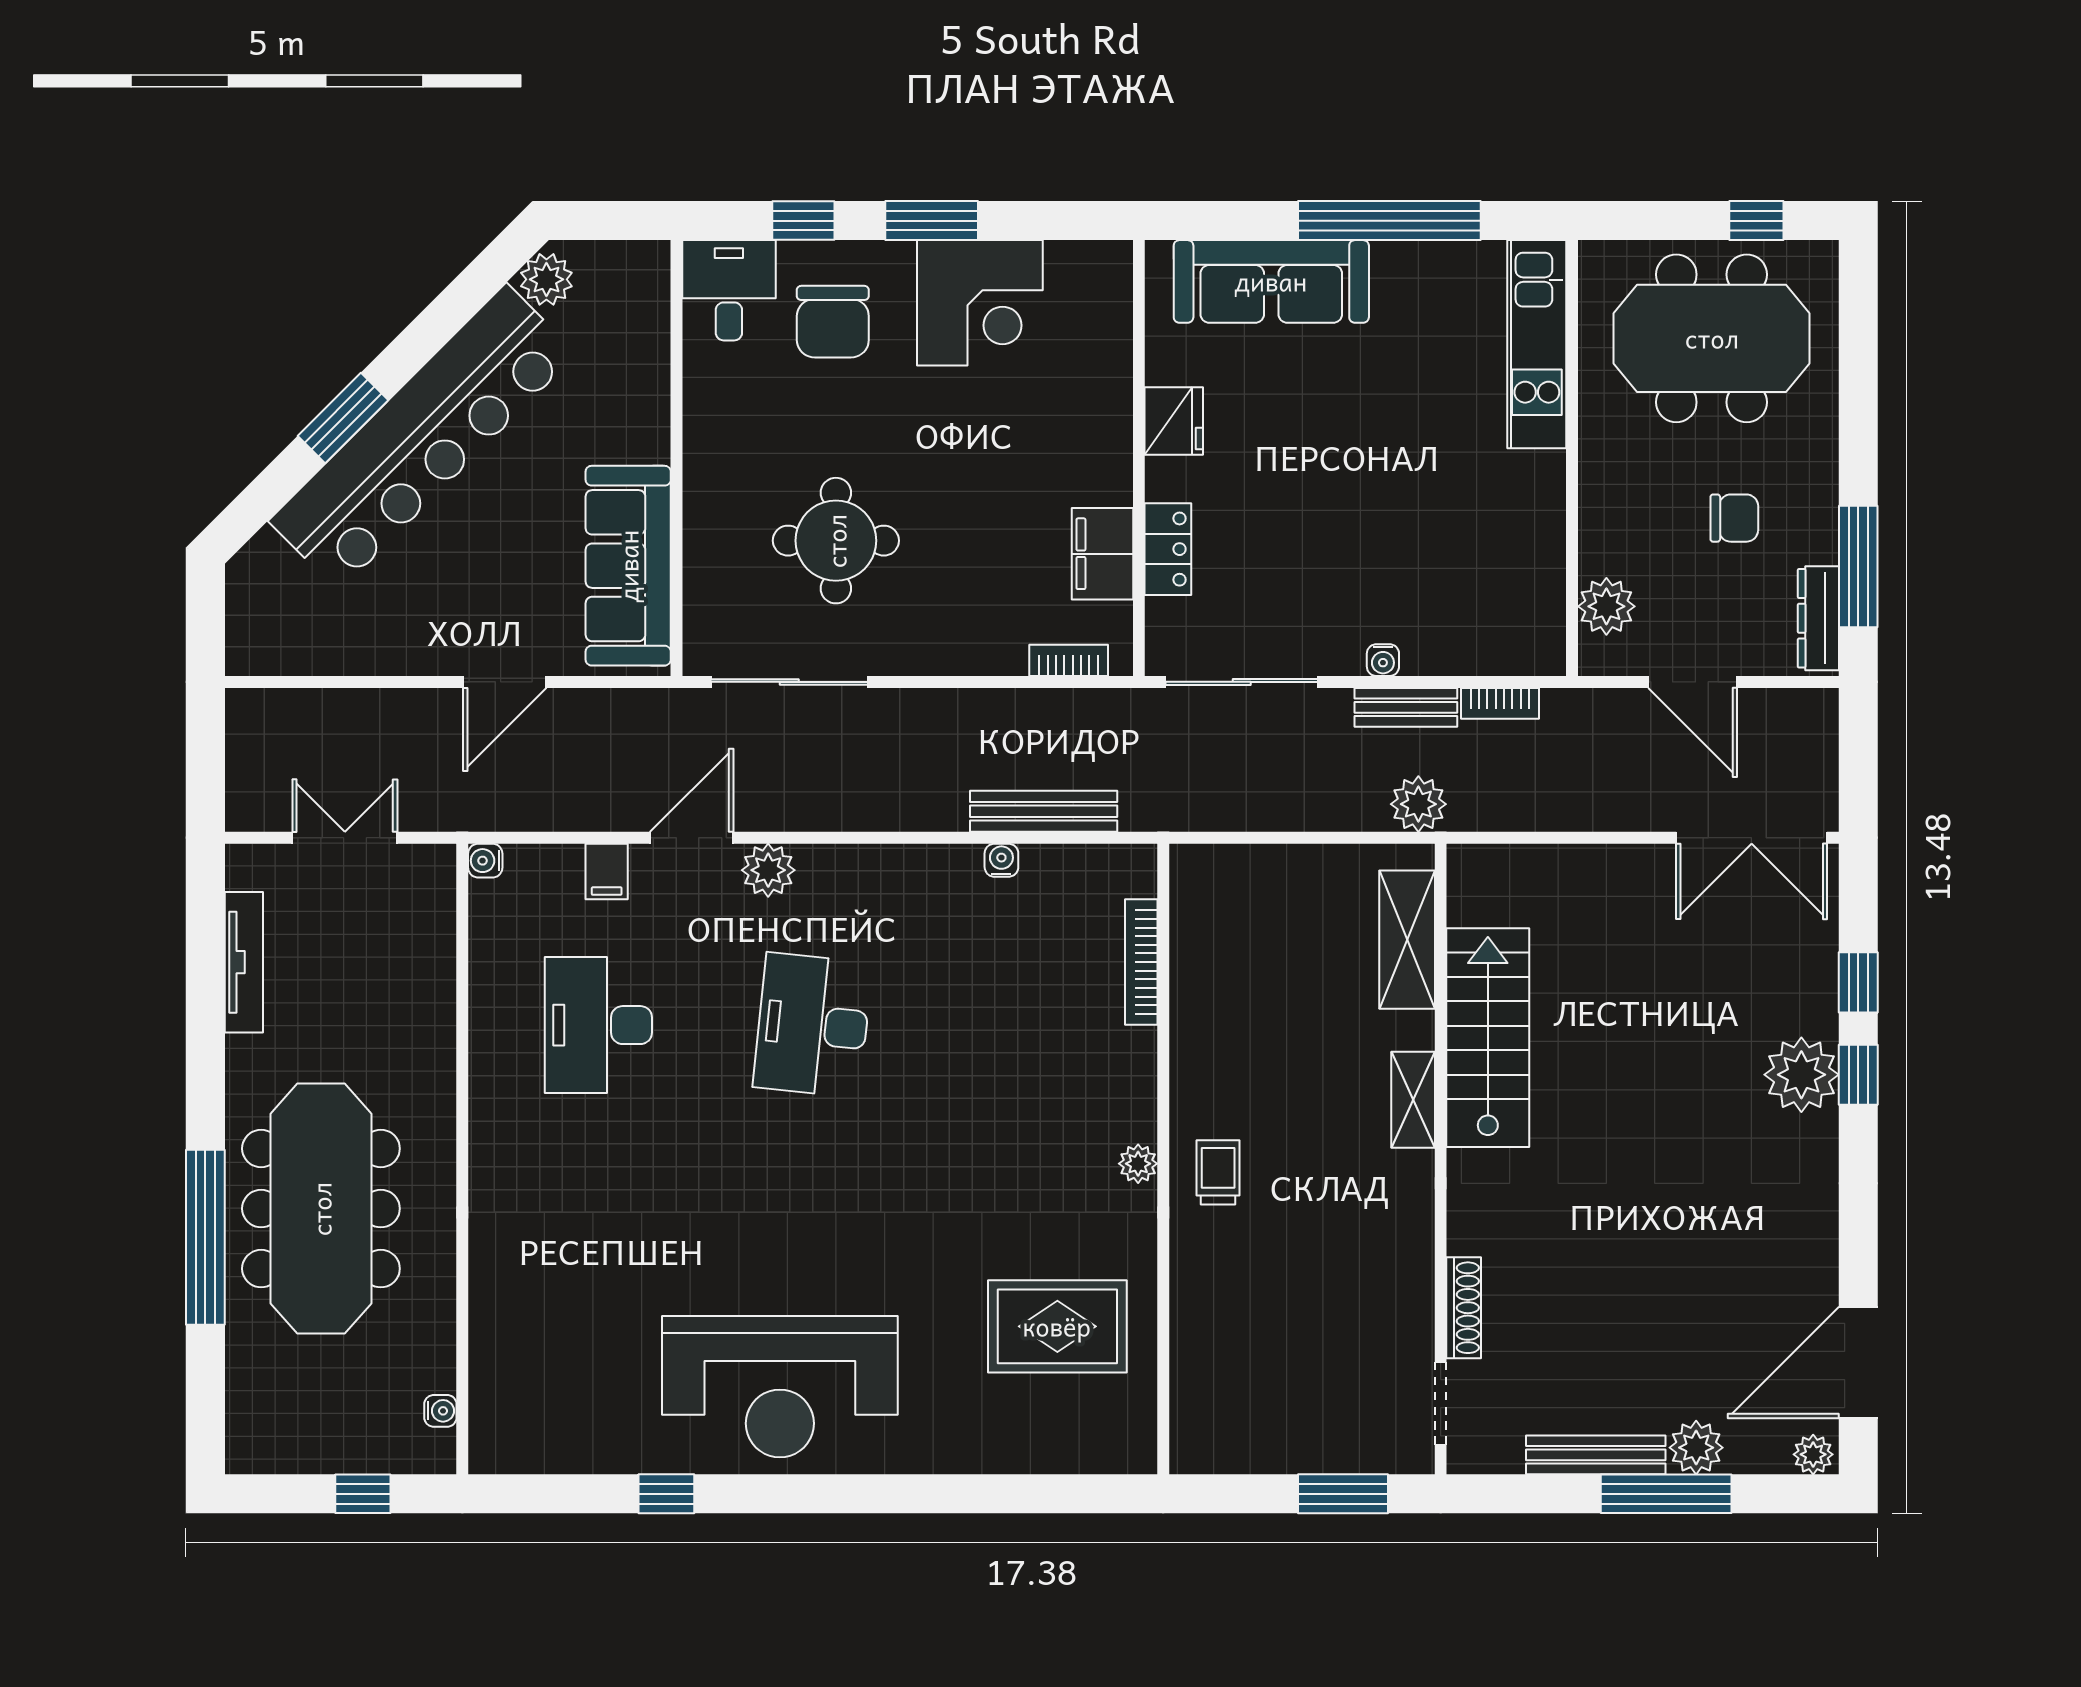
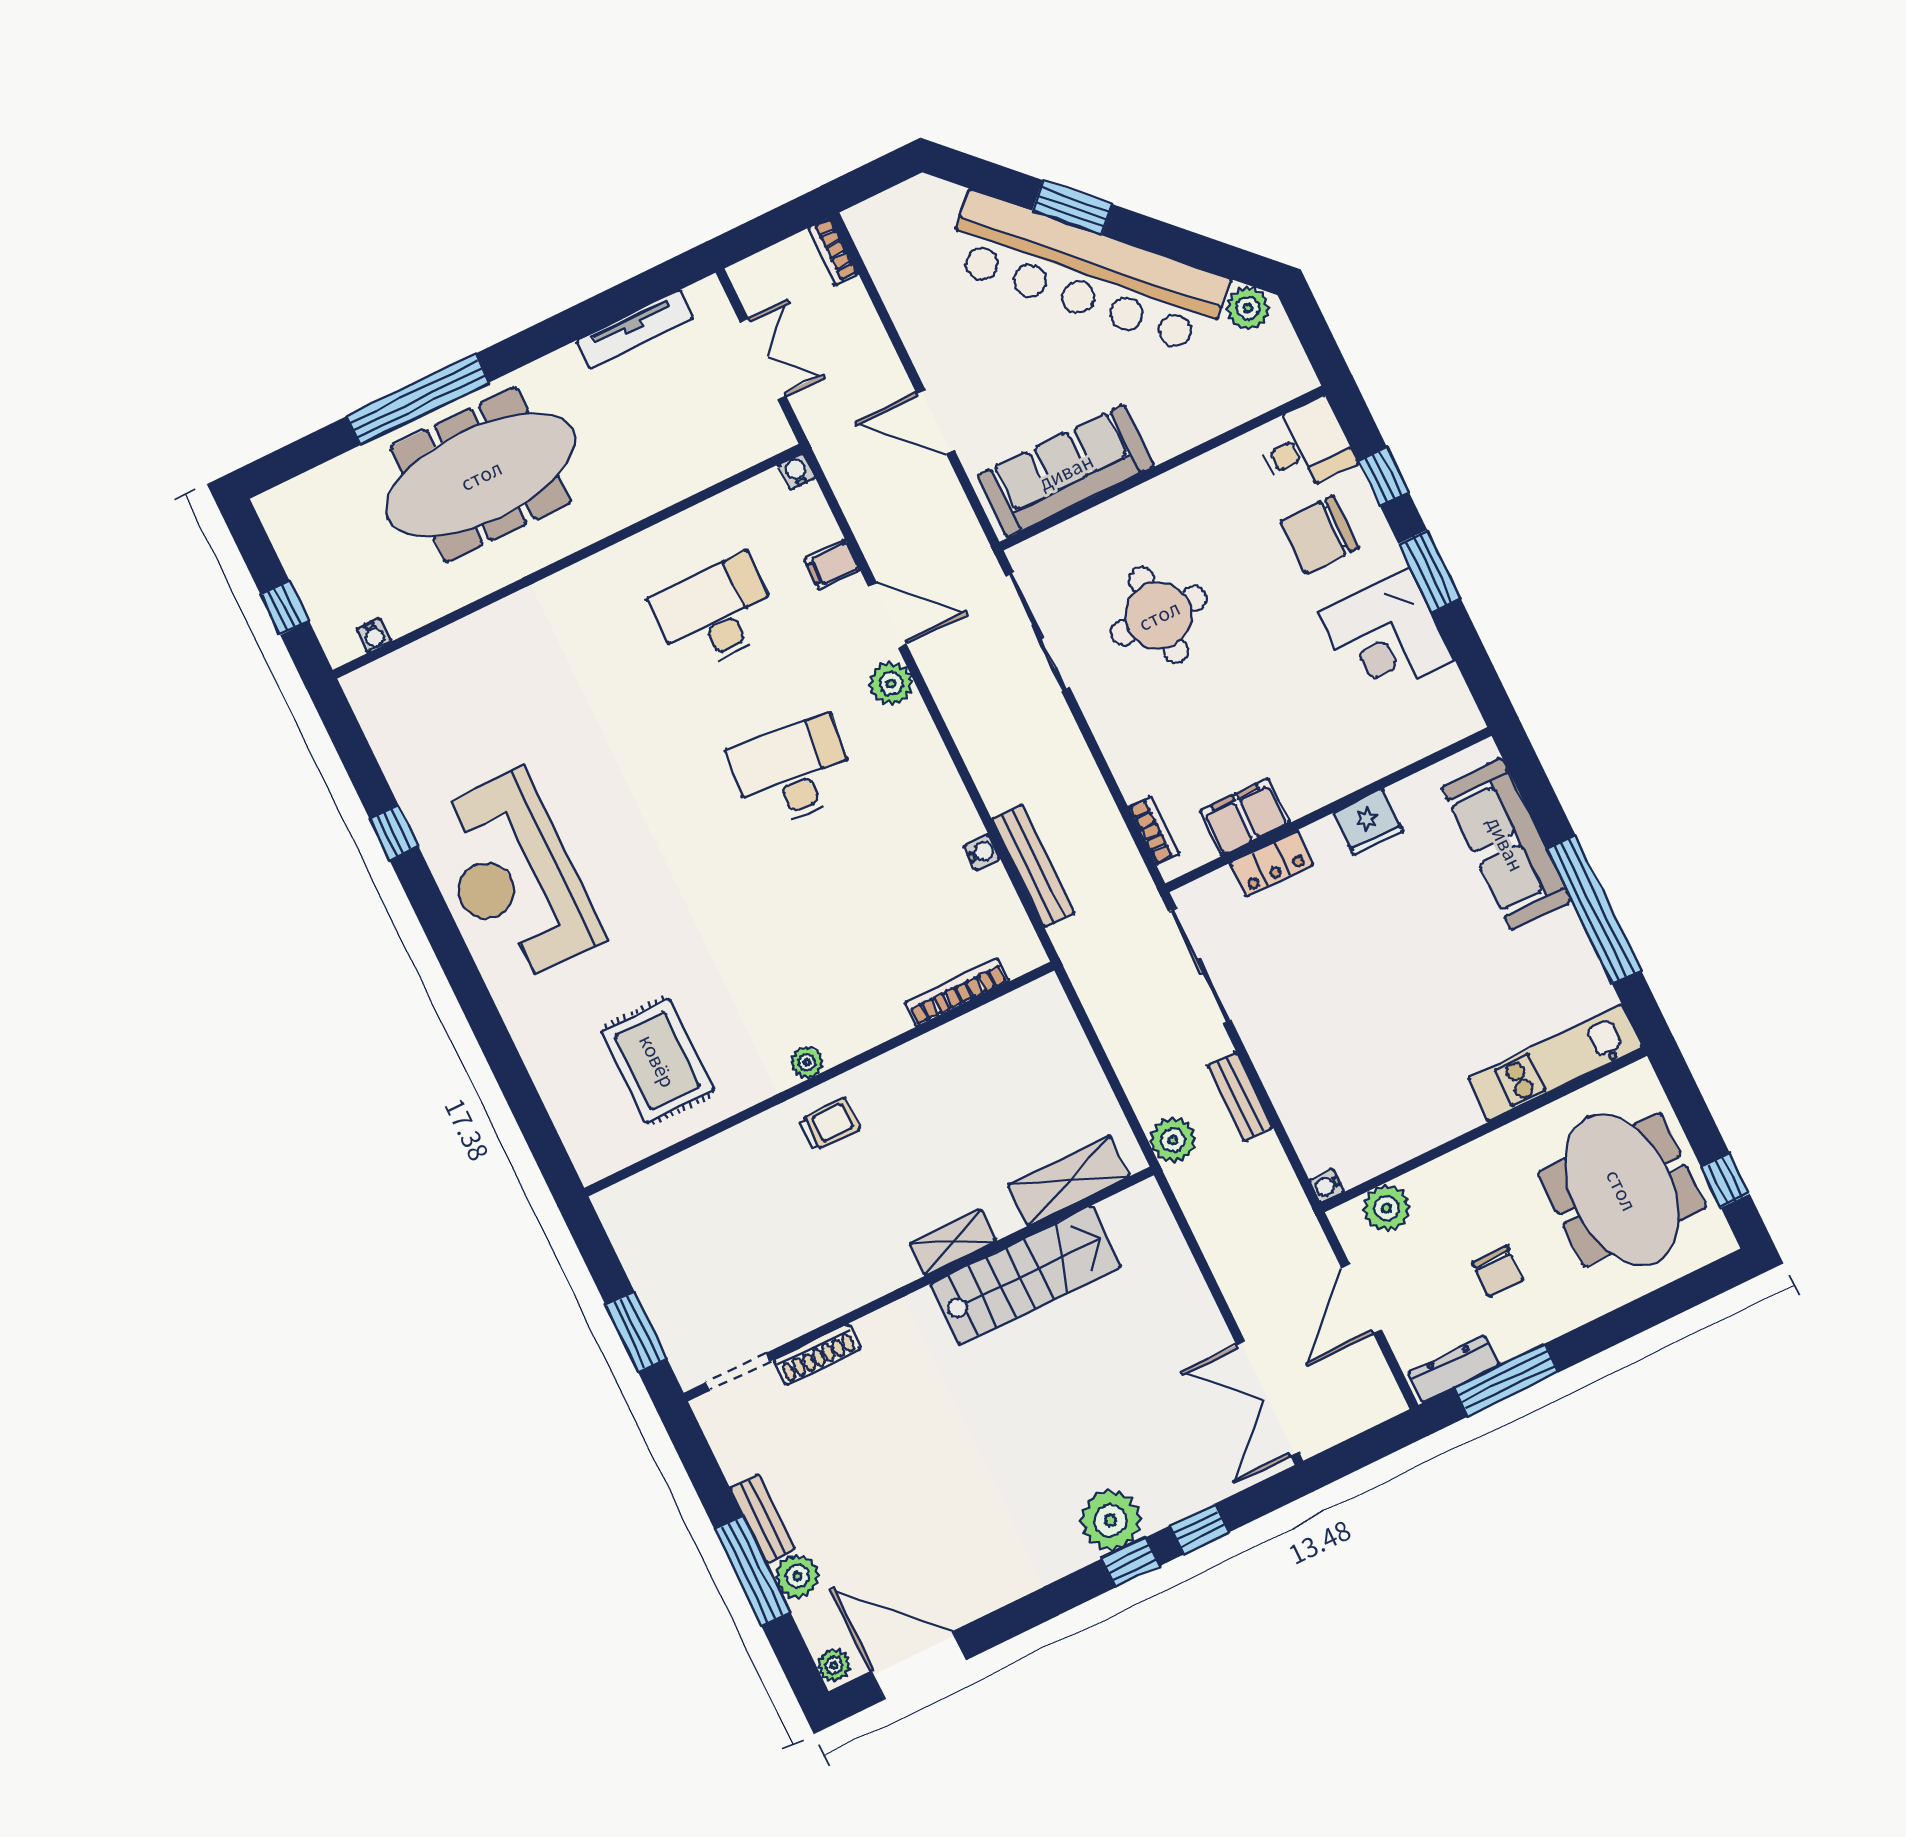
water cooler: (1383, 660) -> (1327, 1186), moved
bookcase: (1500, 703) -> (833, 251), moved
bench: (1596, 1455) -> (763, 1518), width x0.73

